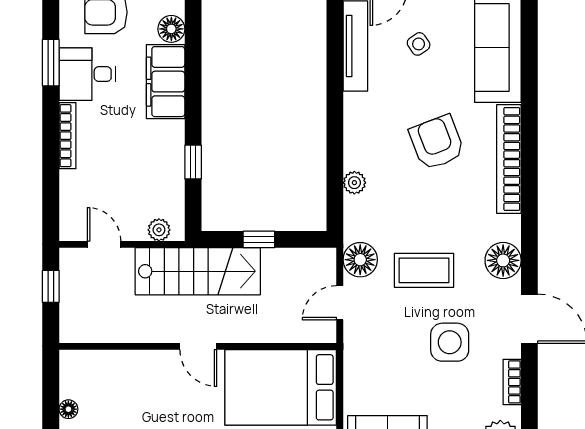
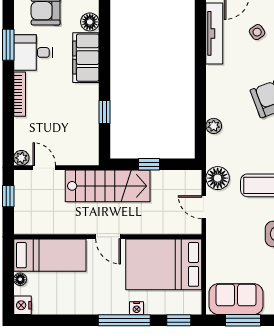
plant: (159, 230) -> (21, 158), moved
door: (340, 303) -> (204, 207), hinge flipped
bed: (112, 374) -> (50, 255), added

